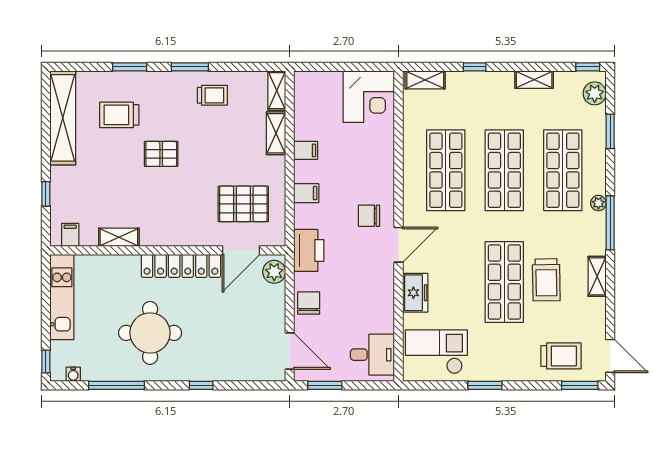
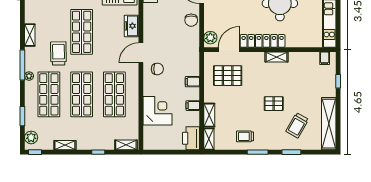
corner desk: (369, 97) -> (157, 111), moved, turned 90
trolley: (119, 115) -> (297, 125), turned 120
shelving: (119, 237) -> (276, 57), moved
printer: (309, 250) -> (191, 138), moved
trolley: (546, 280) -> (58, 53), moved

